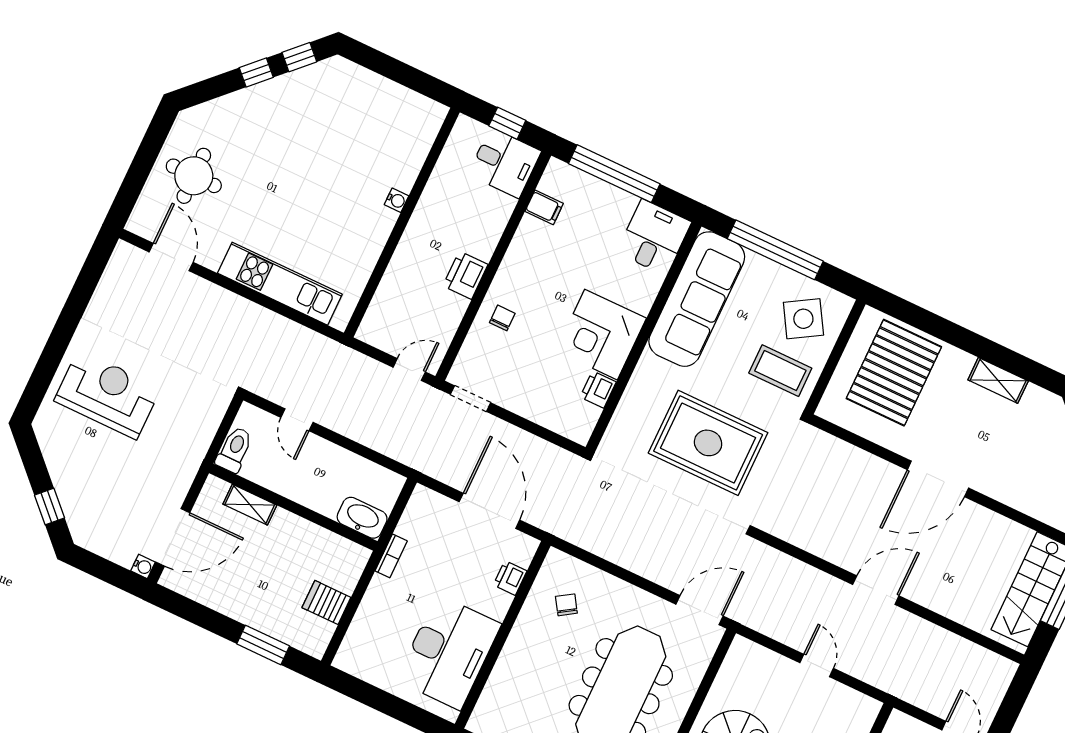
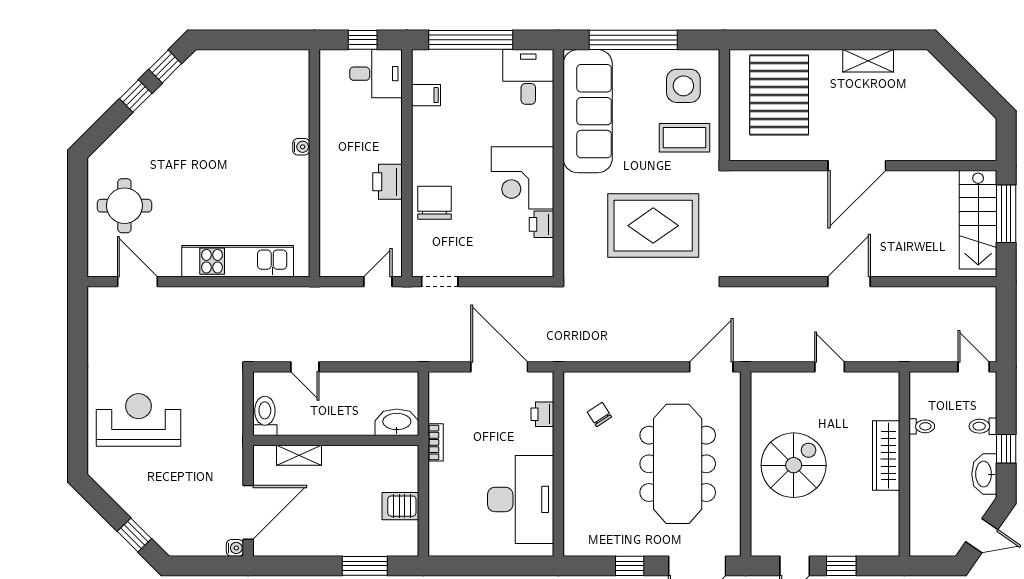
chair: (502, 318) -> (435, 203), width x1.87, depth x1.87
side table: (803, 319) -> (683, 86), turned 31

